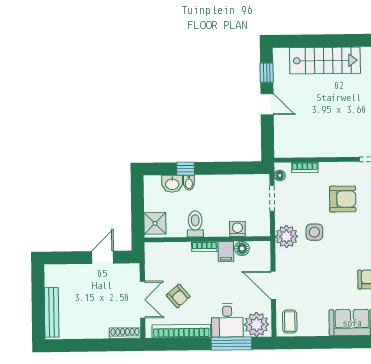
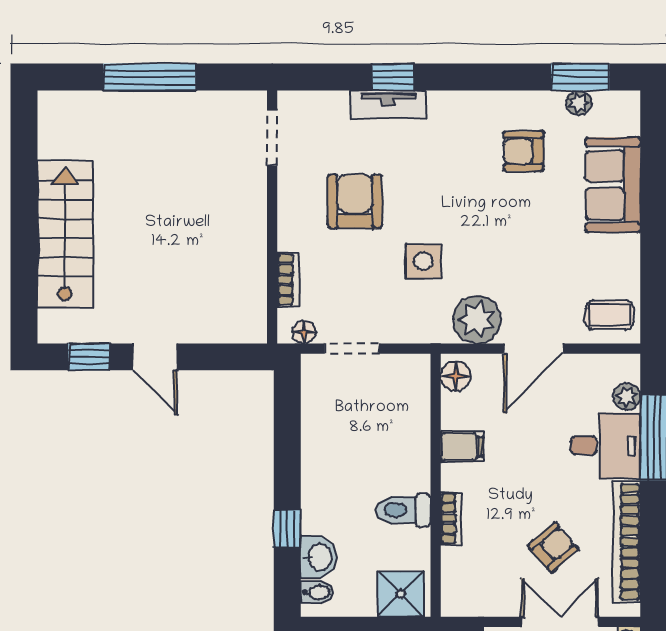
door: (267, 104) -> (155, 357), swing flipped
bidet: (189, 183) -> (317, 592), moved
washing machine: (237, 229) -> (415, 422), removed
plant: (286, 237) -> (477, 320), moved
bookcase: (204, 247) -> (451, 518), moved
floor lamp: (242, 249) -> (456, 376), moved
plant: (256, 324) -> (627, 397), width x0.53, depth x0.53

